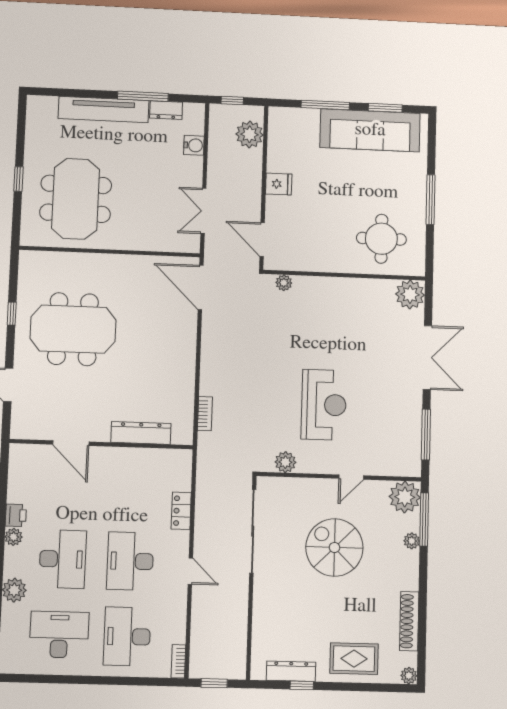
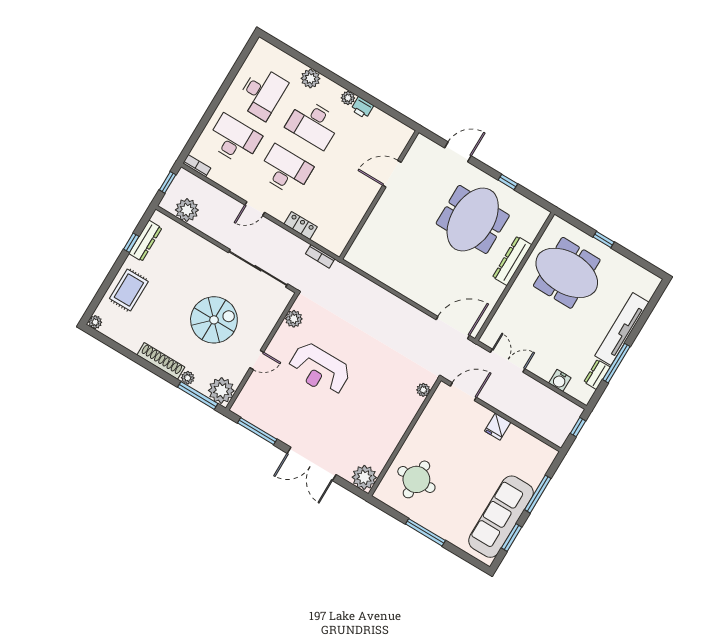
plant: (250, 134) -> (187, 210), moved
bookcase: (205, 414) -> (320, 256), moved
dresser: (141, 433) -> (512, 261), moved, turned 180
door: (351, 477) -> (257, 360), swing flipped
shoe rack: (409, 621) -> (161, 361), moved

